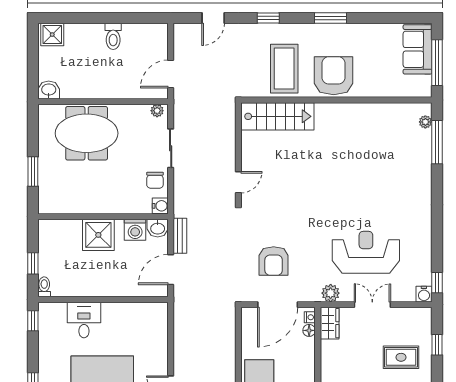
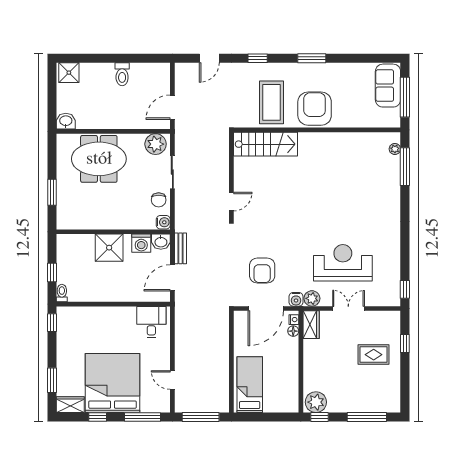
plant: (157, 111) -> (156, 144), width x1.87, depth x1.87
water cooler: (424, 294) -> (296, 299), moved
desk: (84, 320) -> (151, 322), moved

